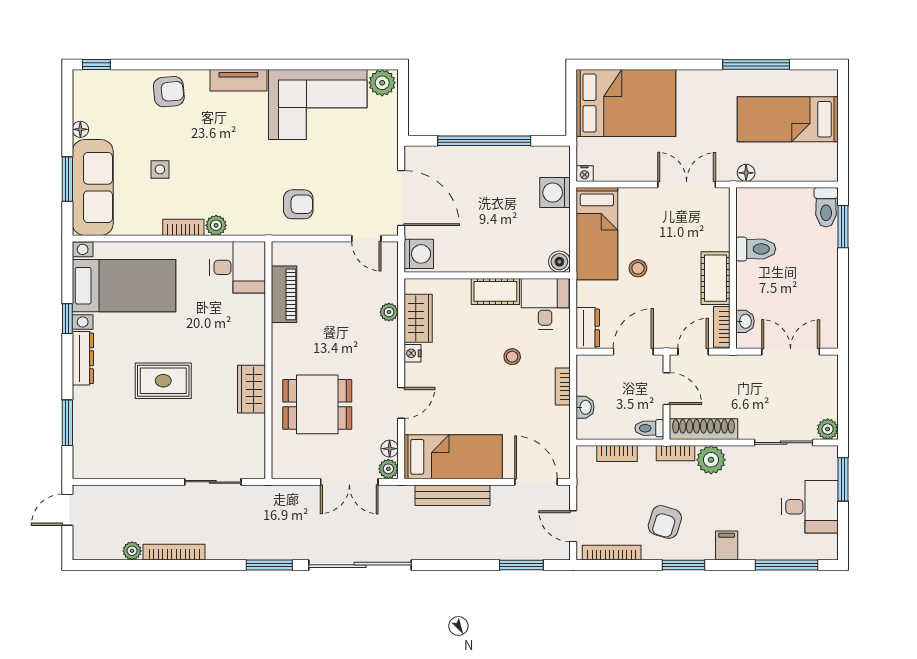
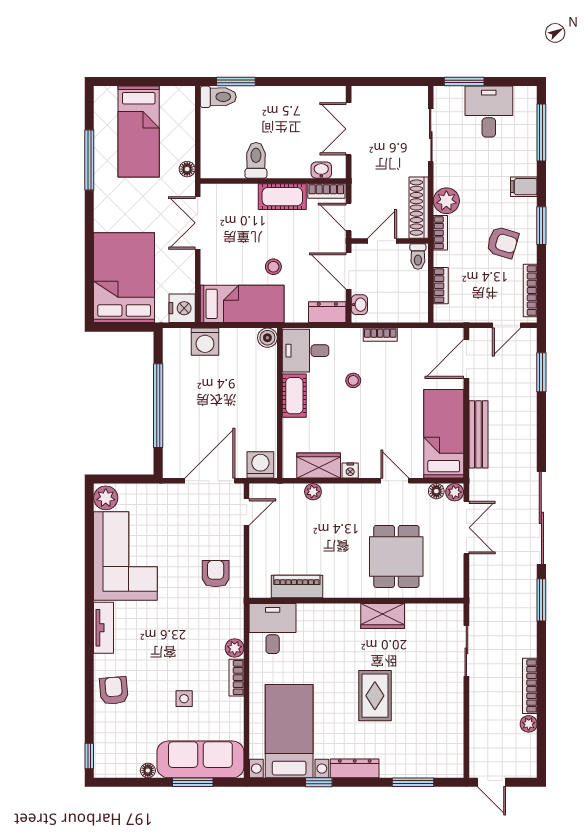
nightstand: (585, 174) -> (182, 308), width x1.89, depth x1.79
washbasin: (585, 407) -> (359, 305), moved, turned 90
plant: (828, 429) -> (419, 95), removed

